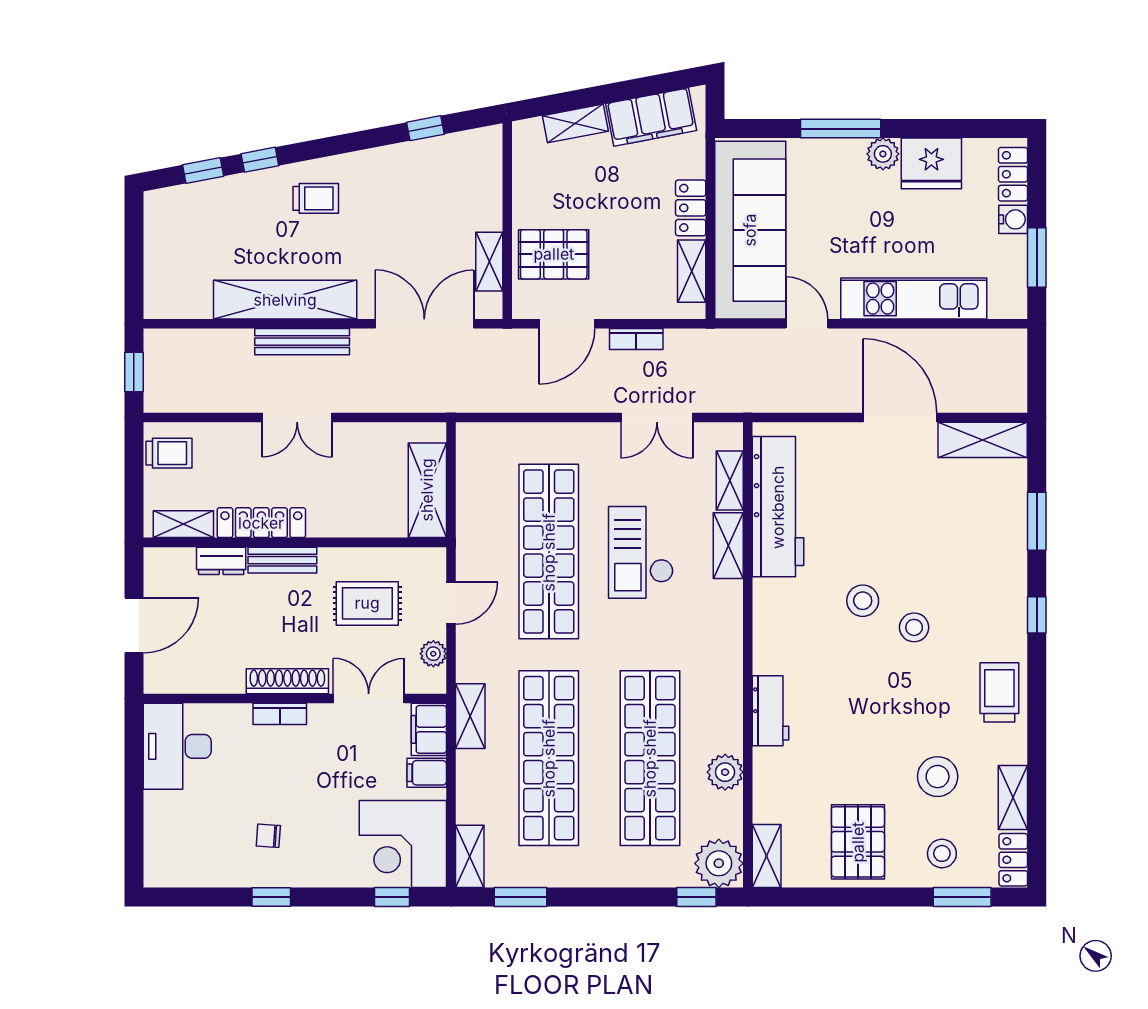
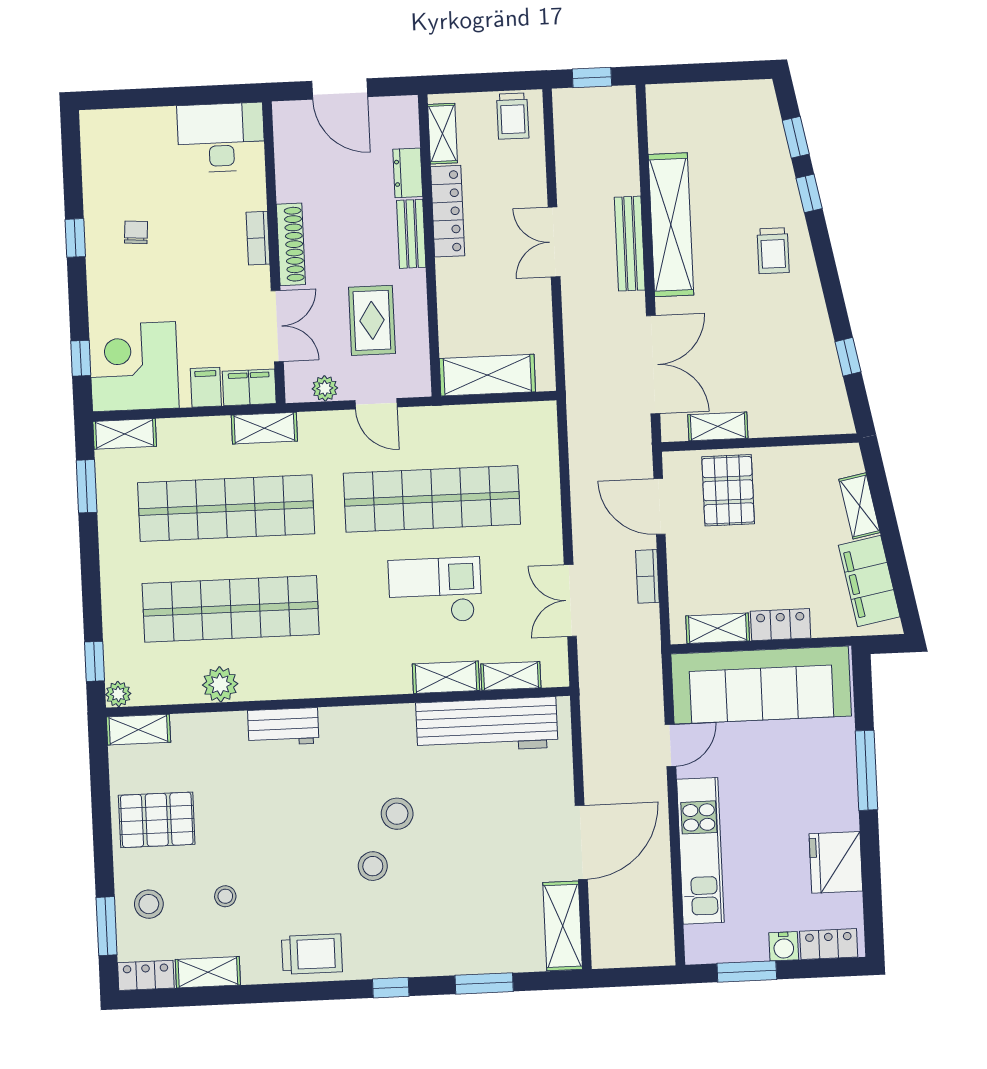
plant: (883, 154) -> (843, 814), removed
stool: (938, 777) -> (225, 896), width x0.53, depth x0.53
plant: (719, 863) -> (118, 694), width x0.53, depth x0.53

